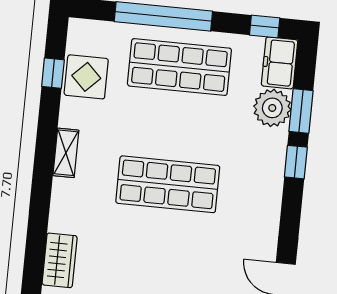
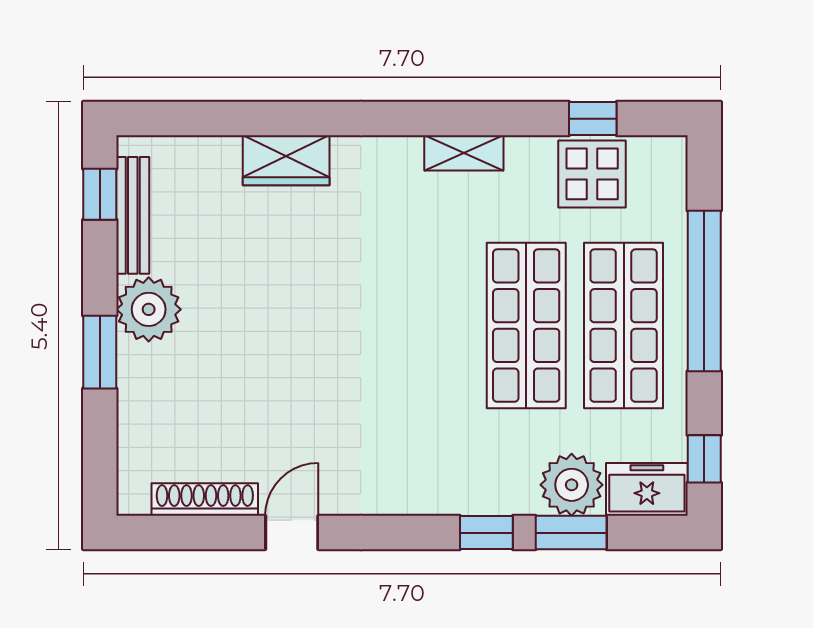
shop shelf: (168, 184) -> (526, 326), moved

